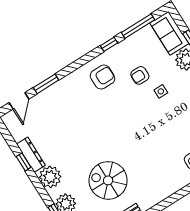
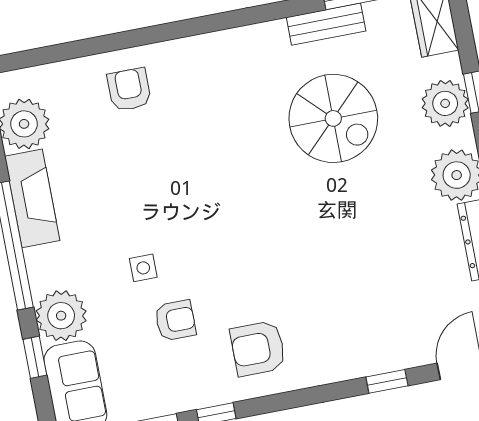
window: (46, 84) -> (387, 381), width x0.67

